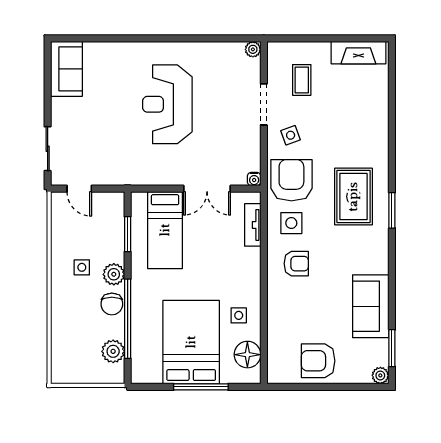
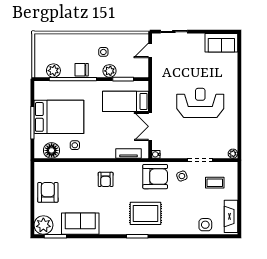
side table: (291, 223) -> (205, 225), moved
plant: (114, 274) -> (110, 71), moved
plant: (380, 375) -> (43, 225), width x1.88, depth x1.88

